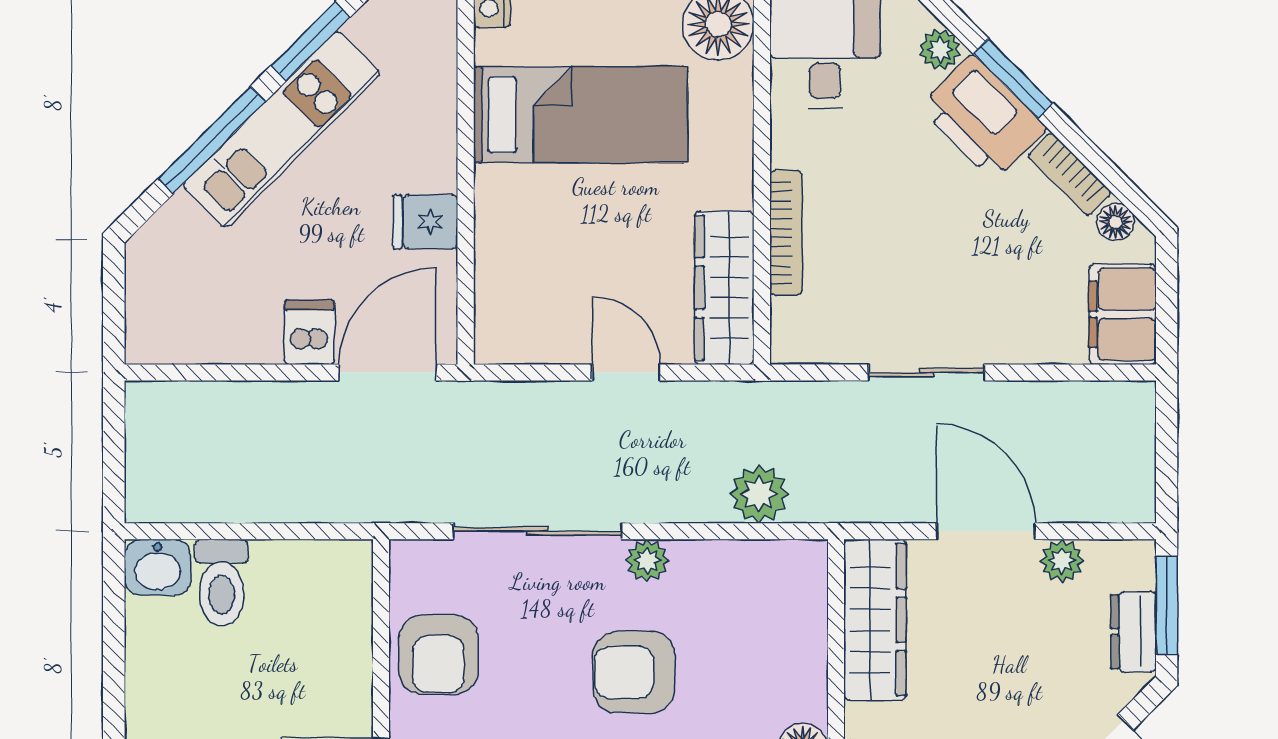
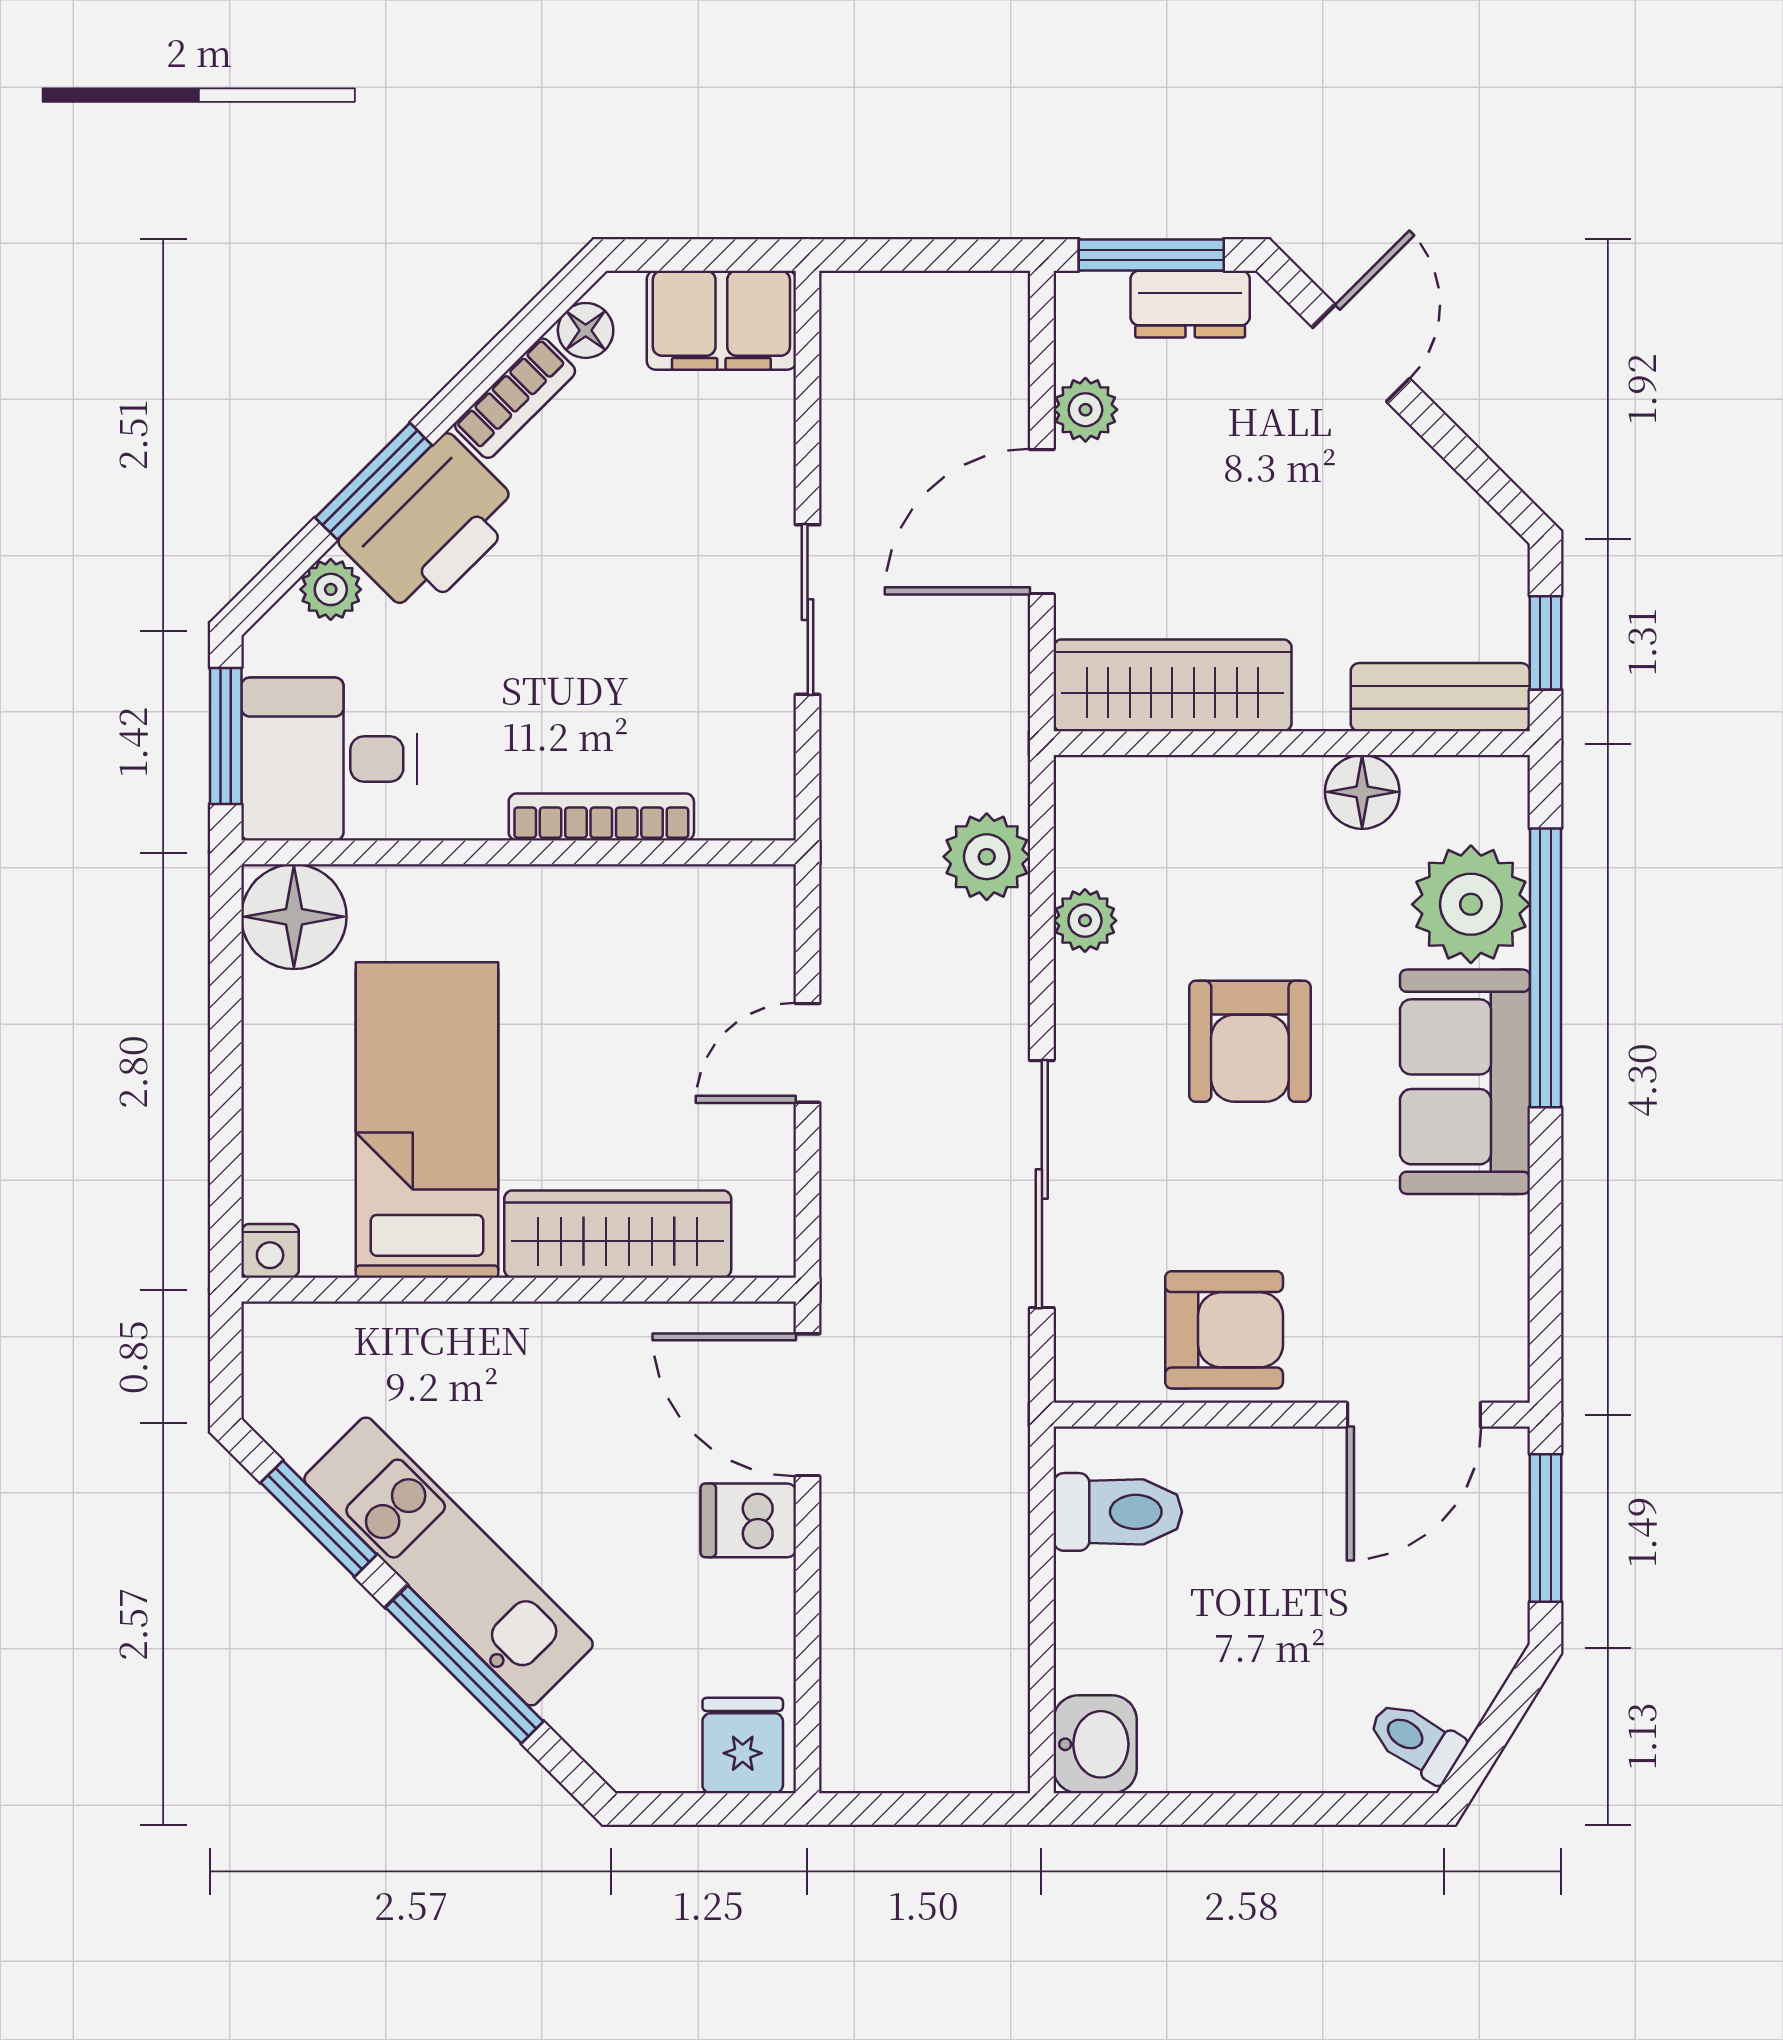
fridge: (425, 222) -> (743, 1746), moved, turned 180
wardrobe: (724, 288) -> (618, 1234), moved, turned 180
plant: (647, 560) -> (1085, 921), moved
toilet: (222, 583) -> (1118, 1512), moved

